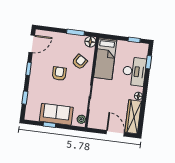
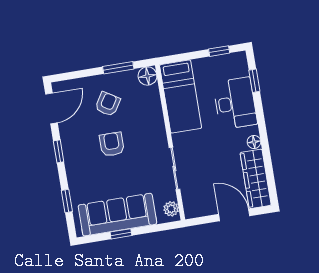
armchair: (80, 62) -> (108, 104), moved
sofa: (56, 114) -> (117, 215), width x1.36

